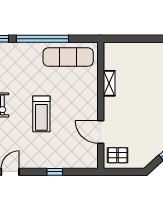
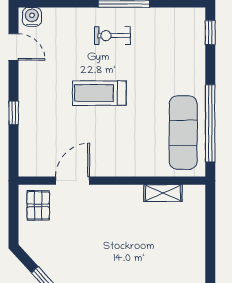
window: (42, 39) -> (210, 123), moved
shelving: (109, 83) -> (163, 193), moved

